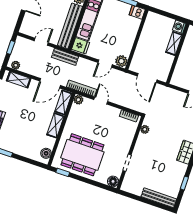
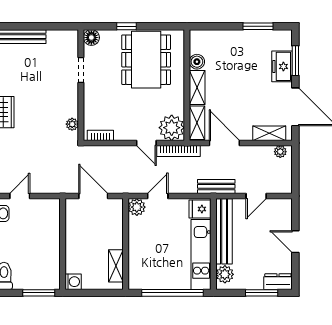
dishwasher: (137, 12) -> (138, 282), removed
shelving: (174, 43) -> (116, 266), moved
window: (11, 47) -> (295, 174), removed
door: (50, 83) -> (224, 143), hinge flipped
plant: (78, 100) -> (172, 128), width x1.88, depth x1.88
boiler: (46, 153) -> (197, 62), moved
dining table: (82, 155) -> (146, 60), turned 90
window: (63, 172) -> (126, 26), moved

